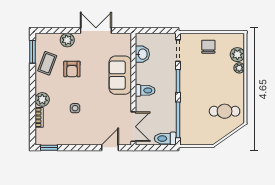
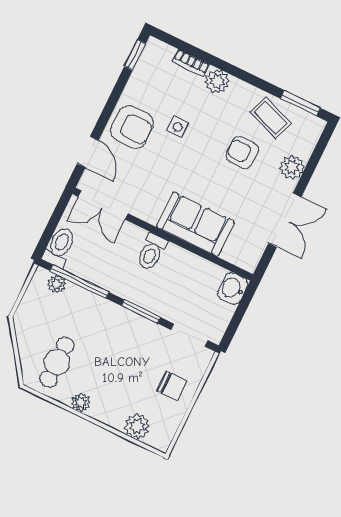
washbasin: (142, 54) -> (233, 288), moved, turned 90
plant: (239, 68) -> (81, 403), moved
armchair: (86, 131) -> (132, 127), added
plant: (185, 131) -> (57, 284), added

